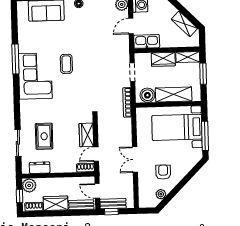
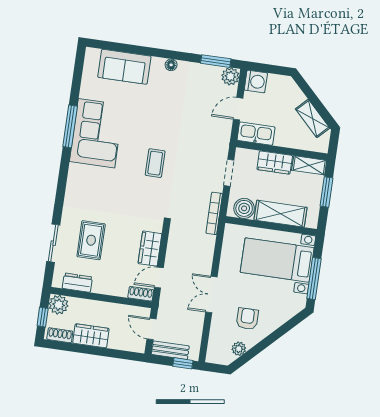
coffee table: (66, 64) -> (155, 163), moved
corner sofa: (35, 76) -> (96, 133), moved
bench: (81, 205) -> (126, 344), removed
window: (111, 212) -> (183, 363), moved

